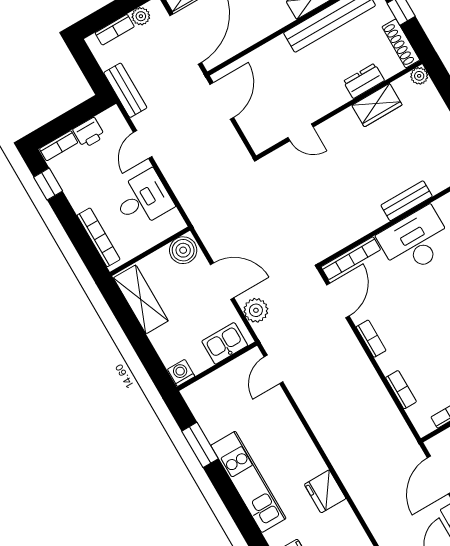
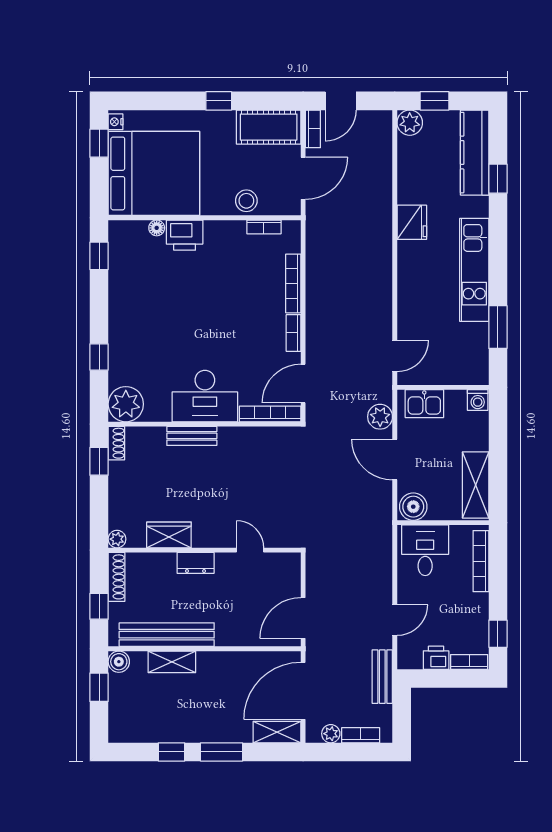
dresser: (364, 81) -> (196, 563), moved
desk: (143, 199) -> (425, 550), moved, turned 90
bookcase: (401, 390) -> (293, 283), width x1.56

